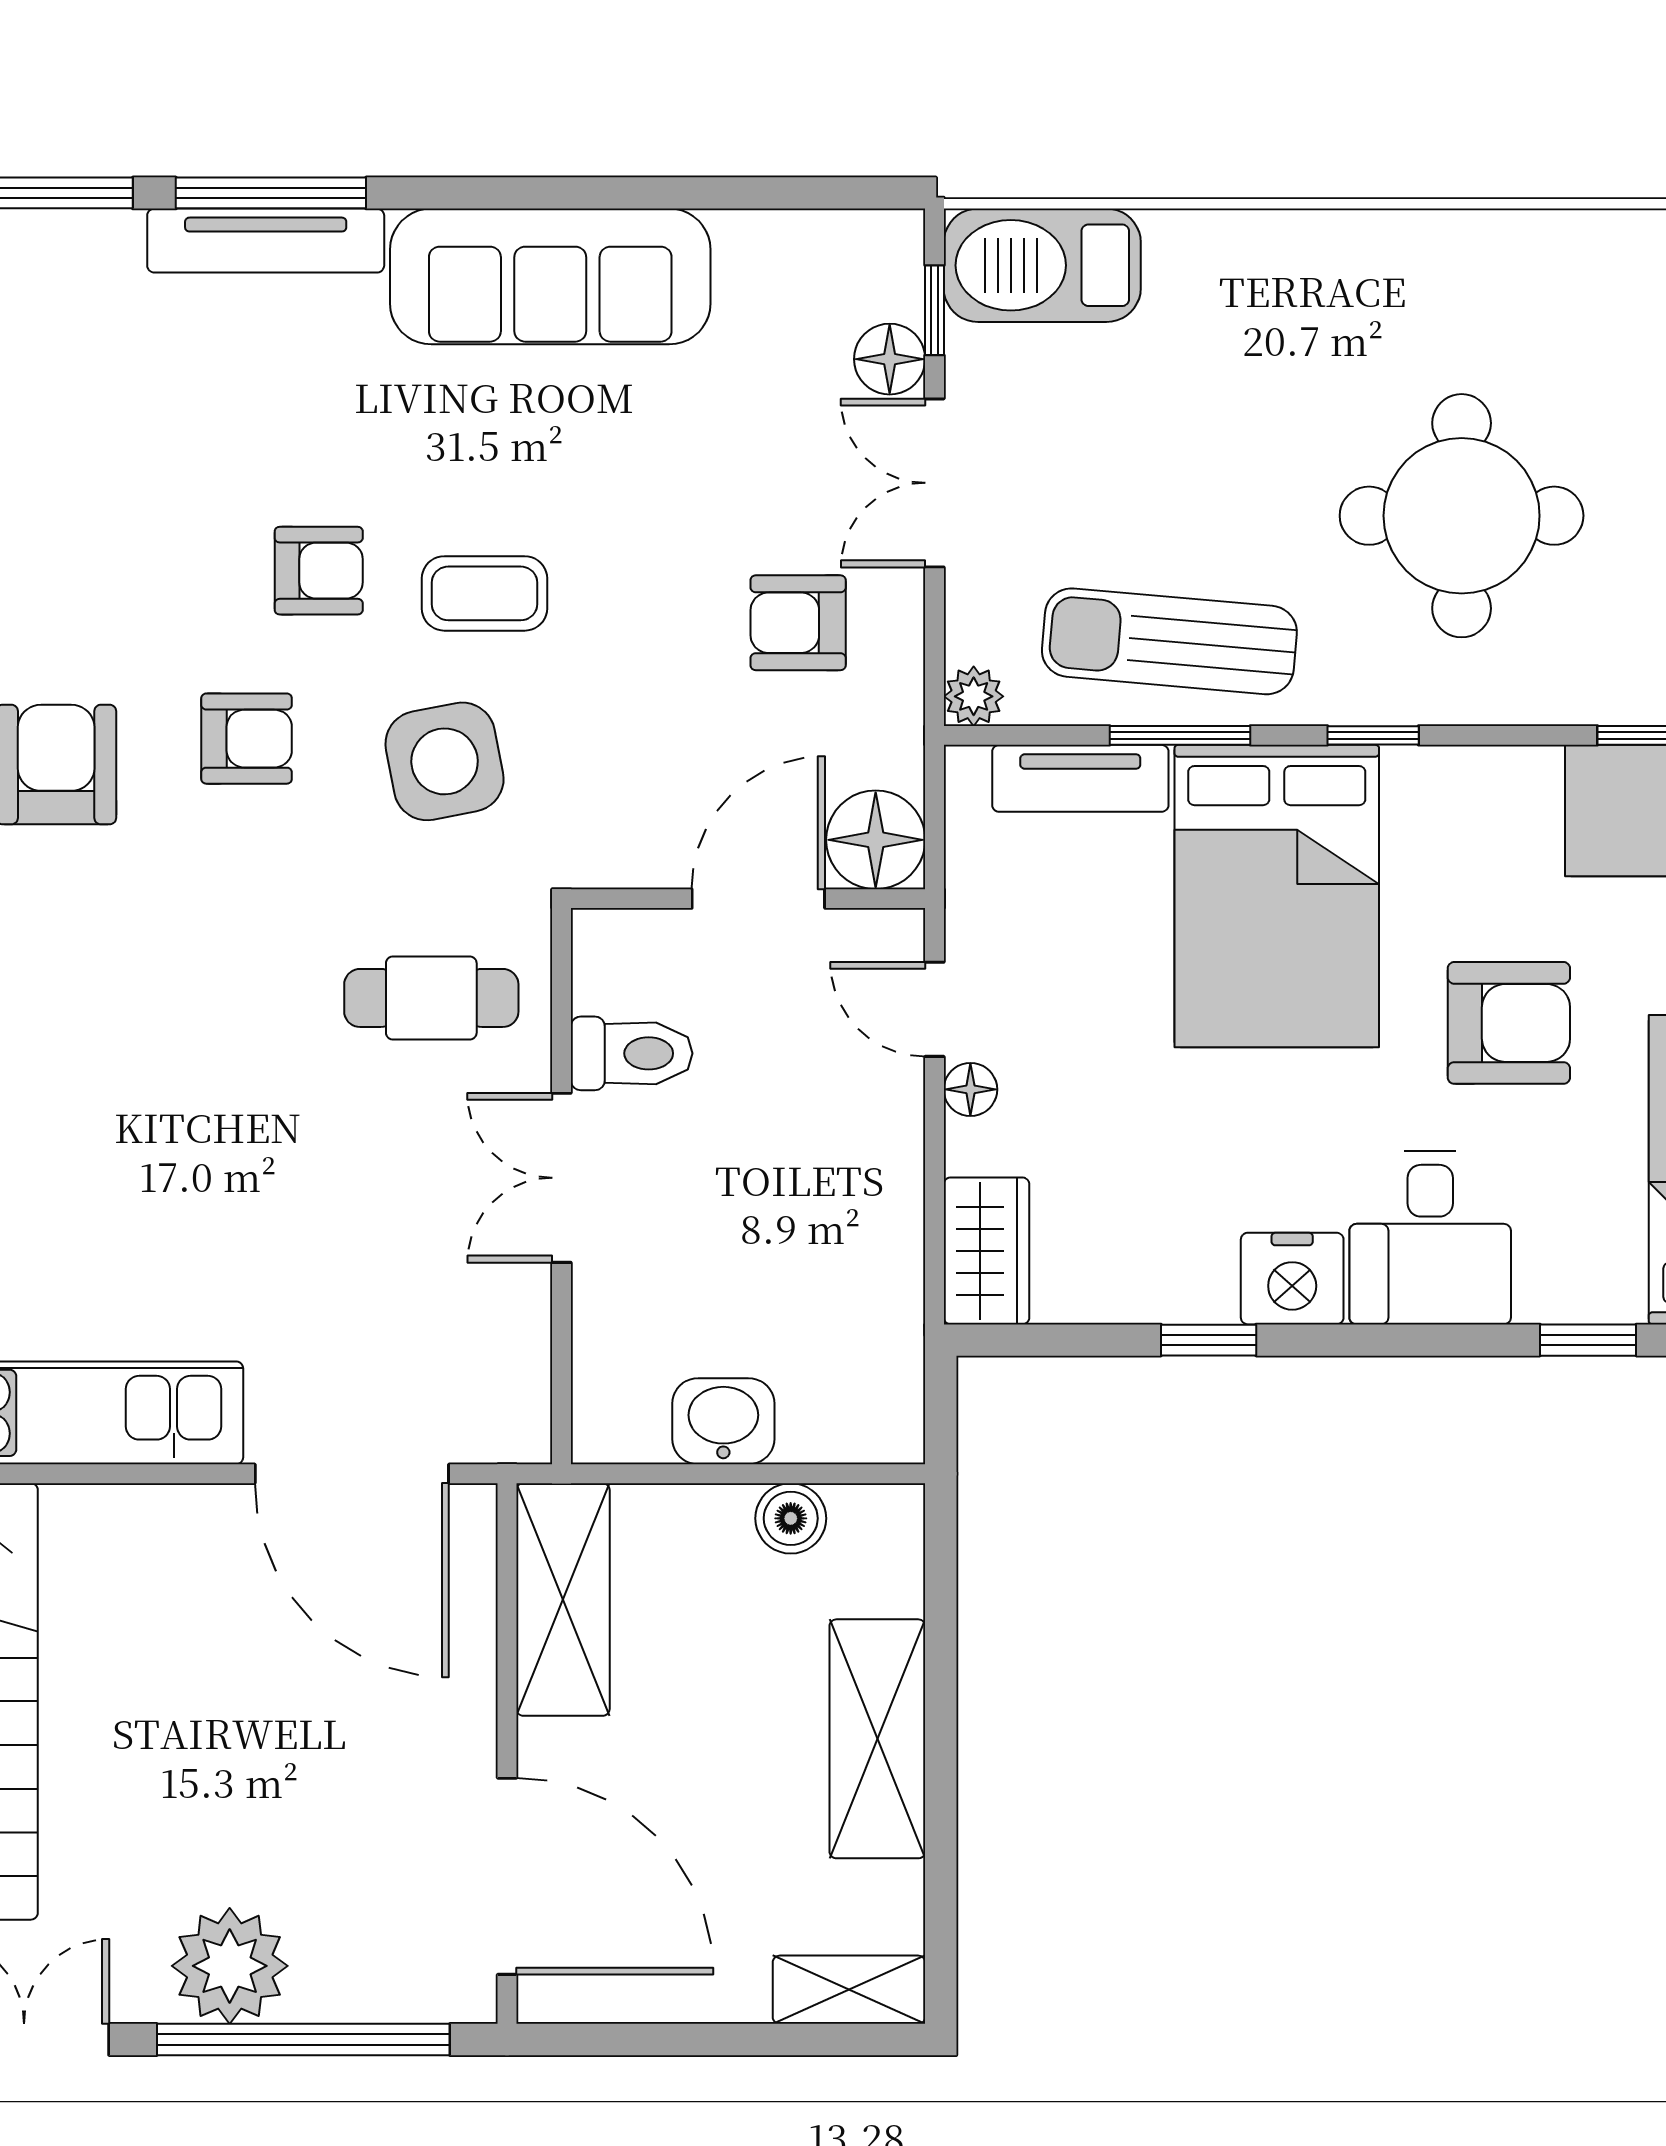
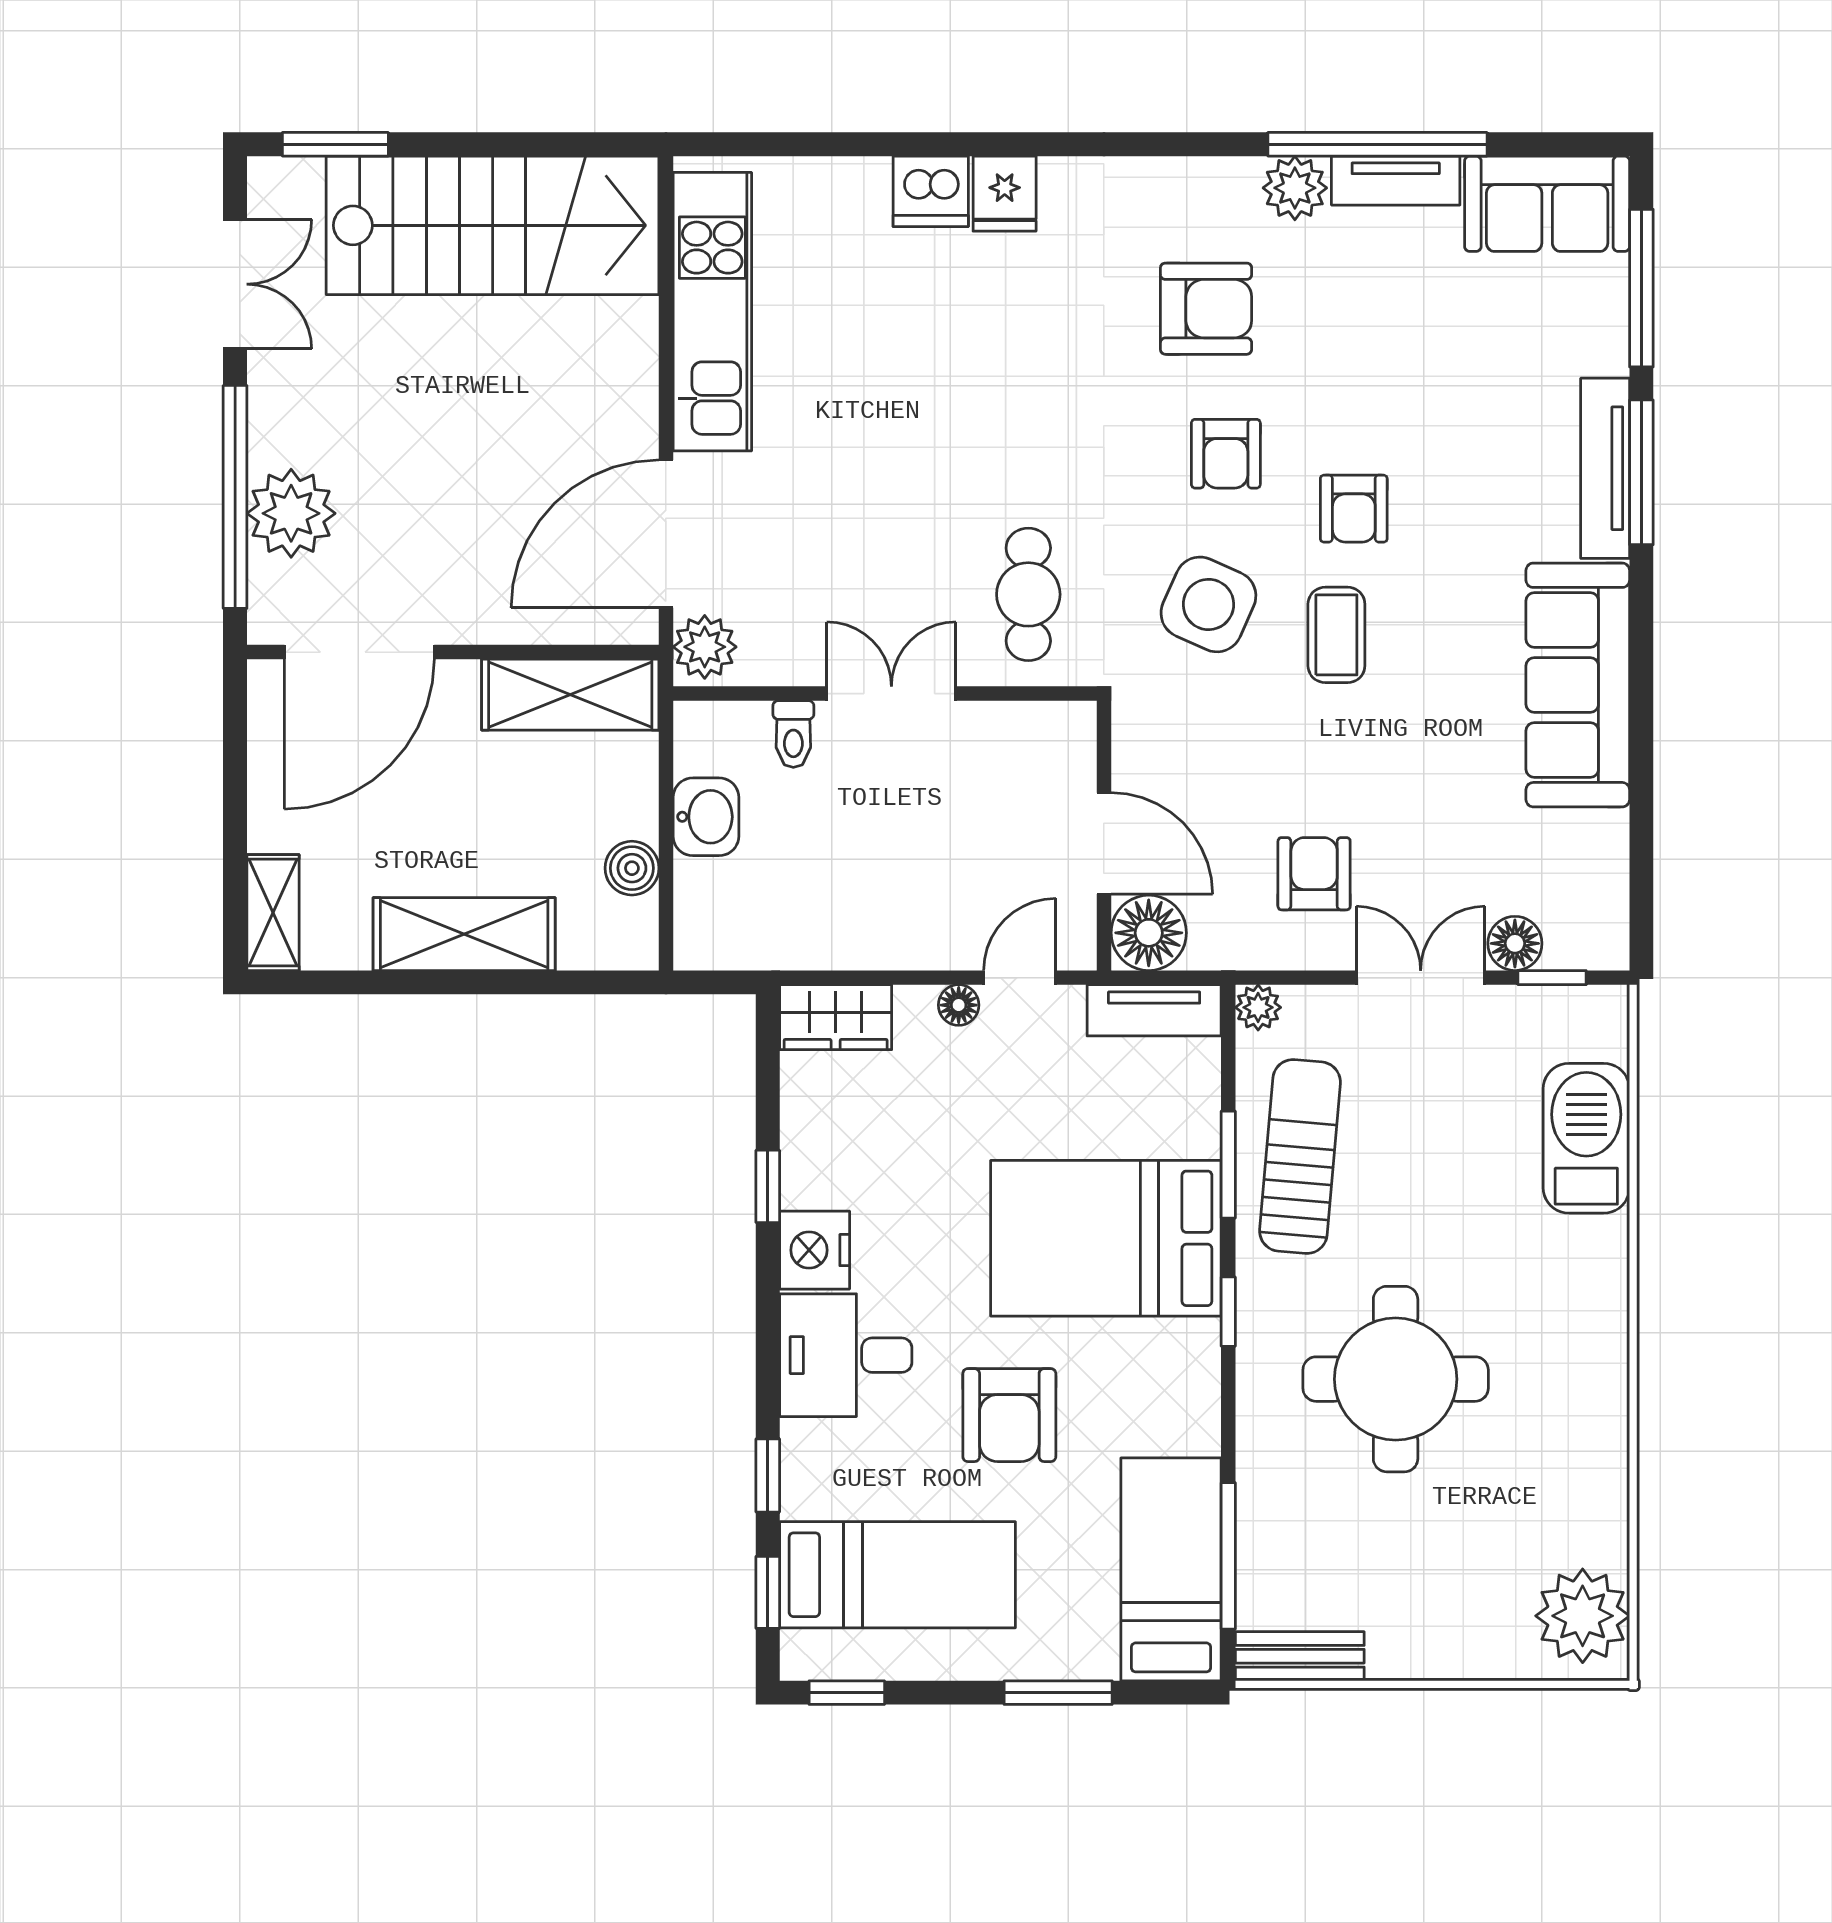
barbecue: (1042, 265) -> (1586, 1138), moved
side table: (445, 761) -> (1208, 604), turned 35
tv unit: (1080, 778) -> (1154, 1010), moved, turned -90
toilet: (632, 1053) -> (793, 734), moved, width x0.73, depth x0.72
plant: (500, 1423) -> (705, 647), added
plant: (230, 1966) -> (291, 513), moved

